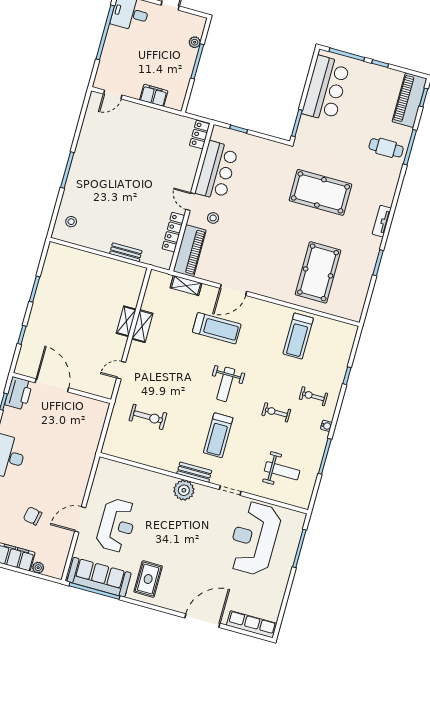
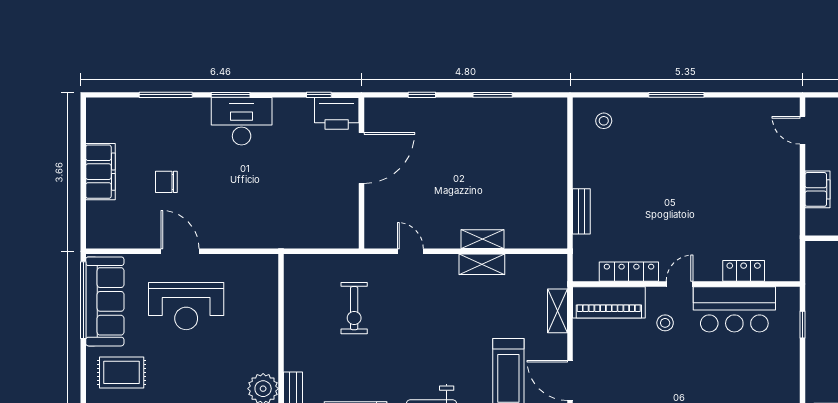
locker: (200, 135) -> (744, 271), moved
chair: (33, 516) -> (166, 182), turned -101
plant: (38, 568) -> (94, 210), removed

